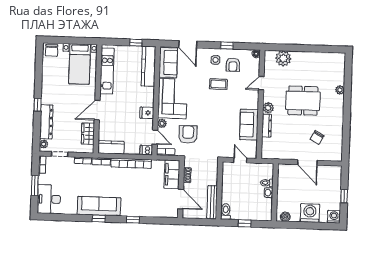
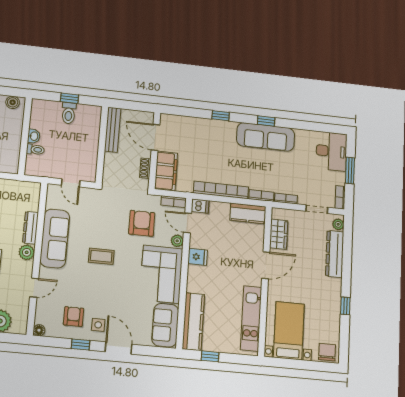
door: (188, 44) -> (119, 348), moved
coffee table: (218, 84) -> (101, 256), moved
window: (38, 105) -> (345, 306), moved
sofa: (249, 125) -> (55, 238), width x1.36
armchair: (188, 134) -> (142, 223), turned 180
toilet: (226, 212) -> (69, 113), moved

